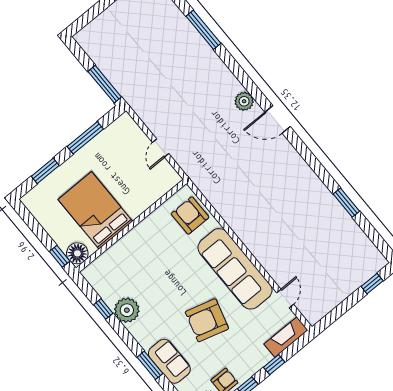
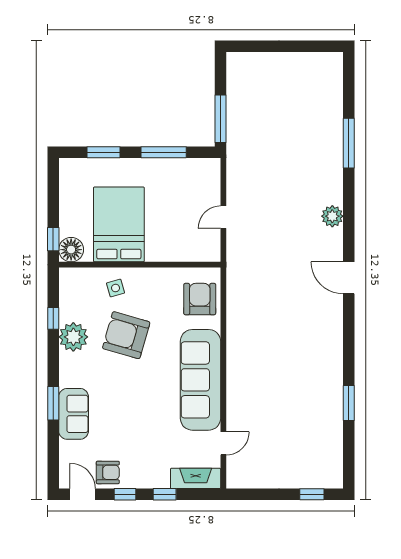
plant: (244, 101) -> (332, 216), moved
side table: (128, 254) -> (116, 288), added
armchair: (207, 320) -> (126, 335), moved

